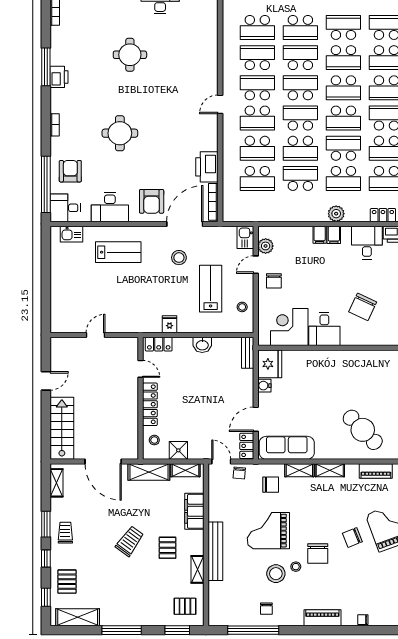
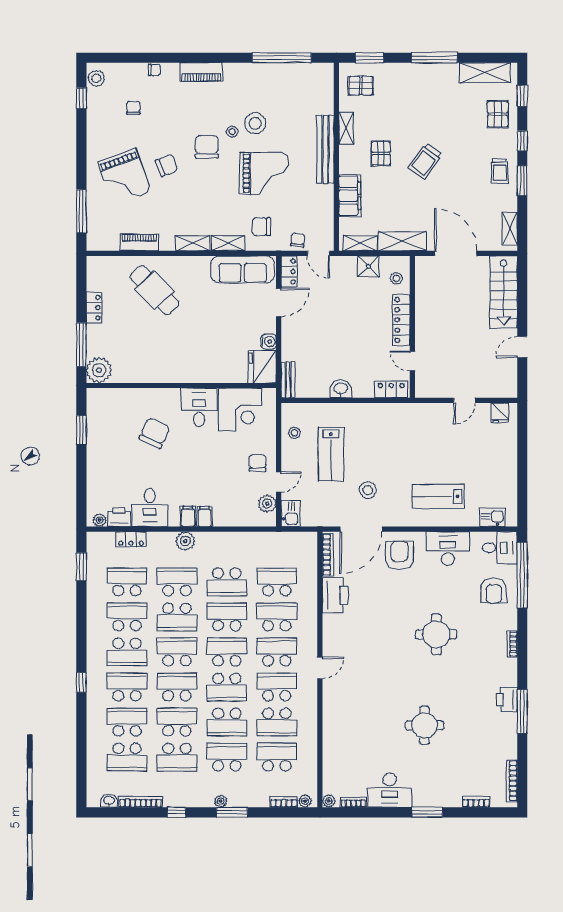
school desk: (257, 88) -> (277, 687), turned 180
school desk: (300, 118) -> (227, 652), turned 180
fridge: (169, 324) -> (500, 413), moved
chair: (266, 609) -> (133, 108), moved

